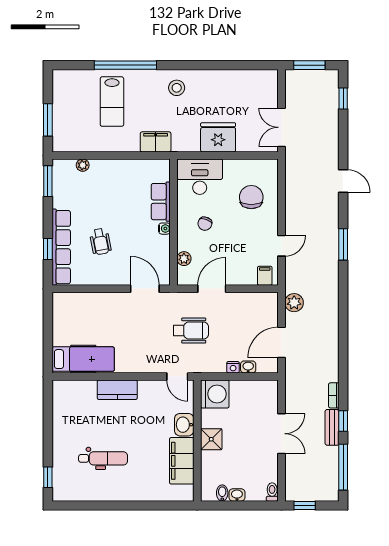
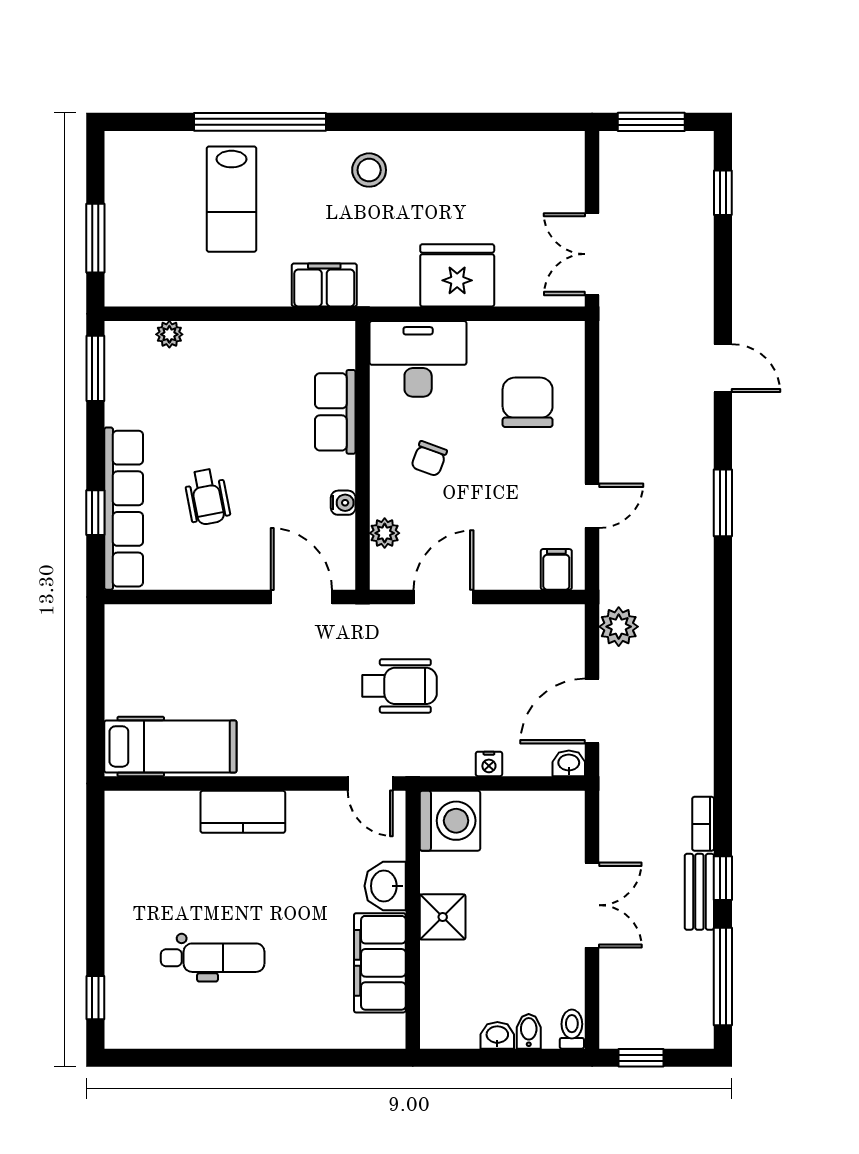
water cooler: (164, 229) -> (343, 503), moved
washbasin: (248, 367) -> (569, 763), moved
bidet: (222, 493) -> (529, 1031), moved

